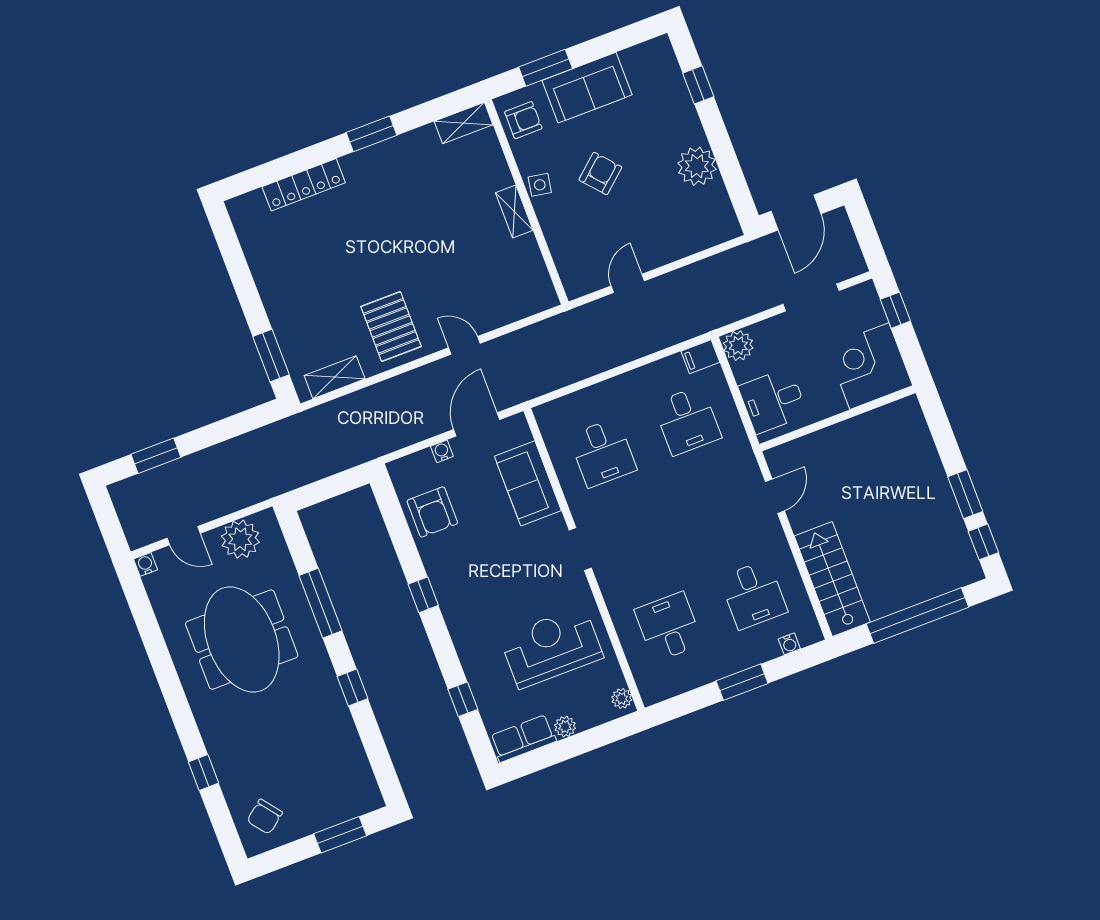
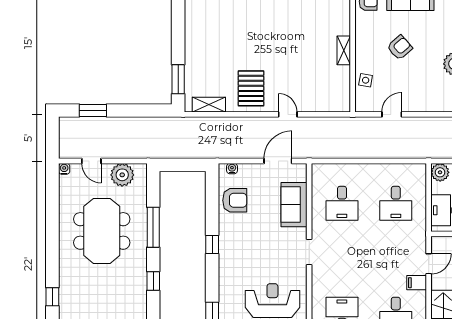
side table: (540, 185) -> (366, 80), moved
filing cabinet: (700, 357) -> (417, 283), moved
water cooler: (442, 451) -> (232, 169), moved
armchair: (432, 512) -> (235, 200), turned -90

